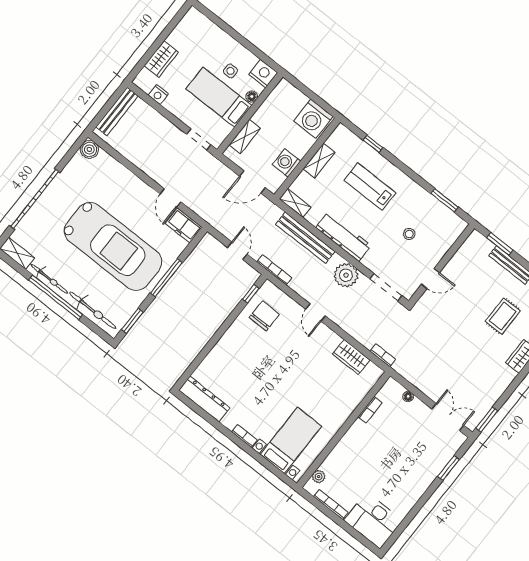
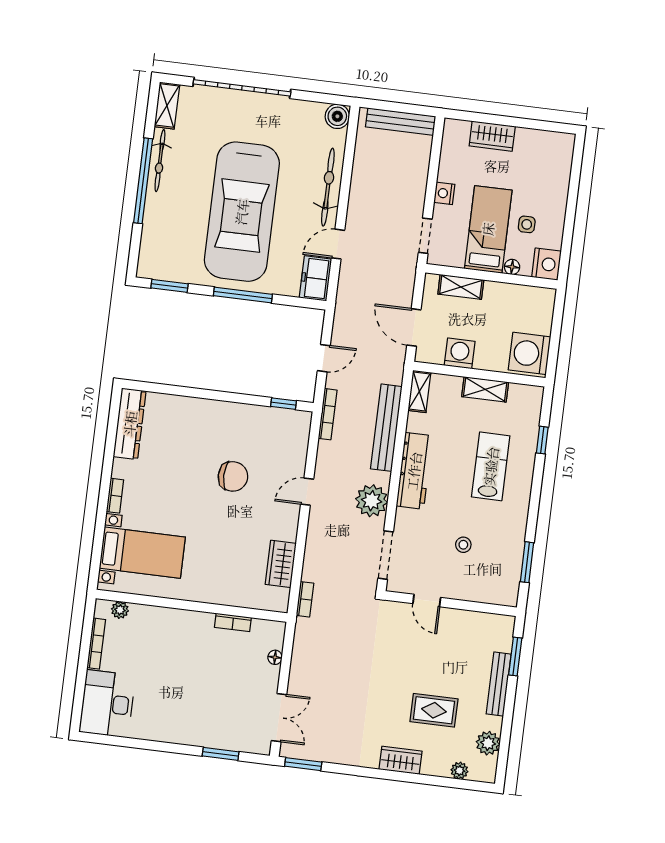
nightstand: (158, 95) -> (444, 193), moved
bicycle: (93, 310) -> (328, 187), moved, turned 180
chair: (264, 316) -> (233, 476), moved

